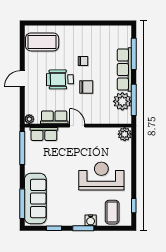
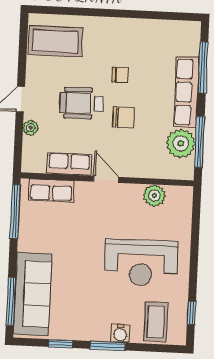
plant: (29, 119) -> (31, 128), moved
plant: (125, 134) -> (154, 196), moved
reception desk: (101, 176) -> (141, 263), turned 180

